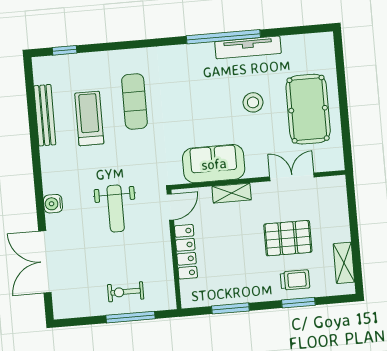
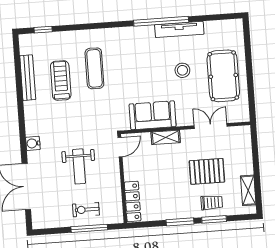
weight bench: (116, 208) -> (79, 166), moved
locker: (186, 252) -> (133, 201), moved
window: (230, 308) -> (180, 222), moved

